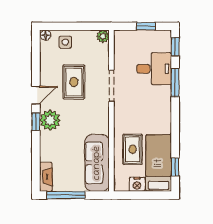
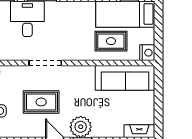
nightstand: (137, 184) -> (147, 53), moved
window: (66, 195) -> (158, 110), removed

